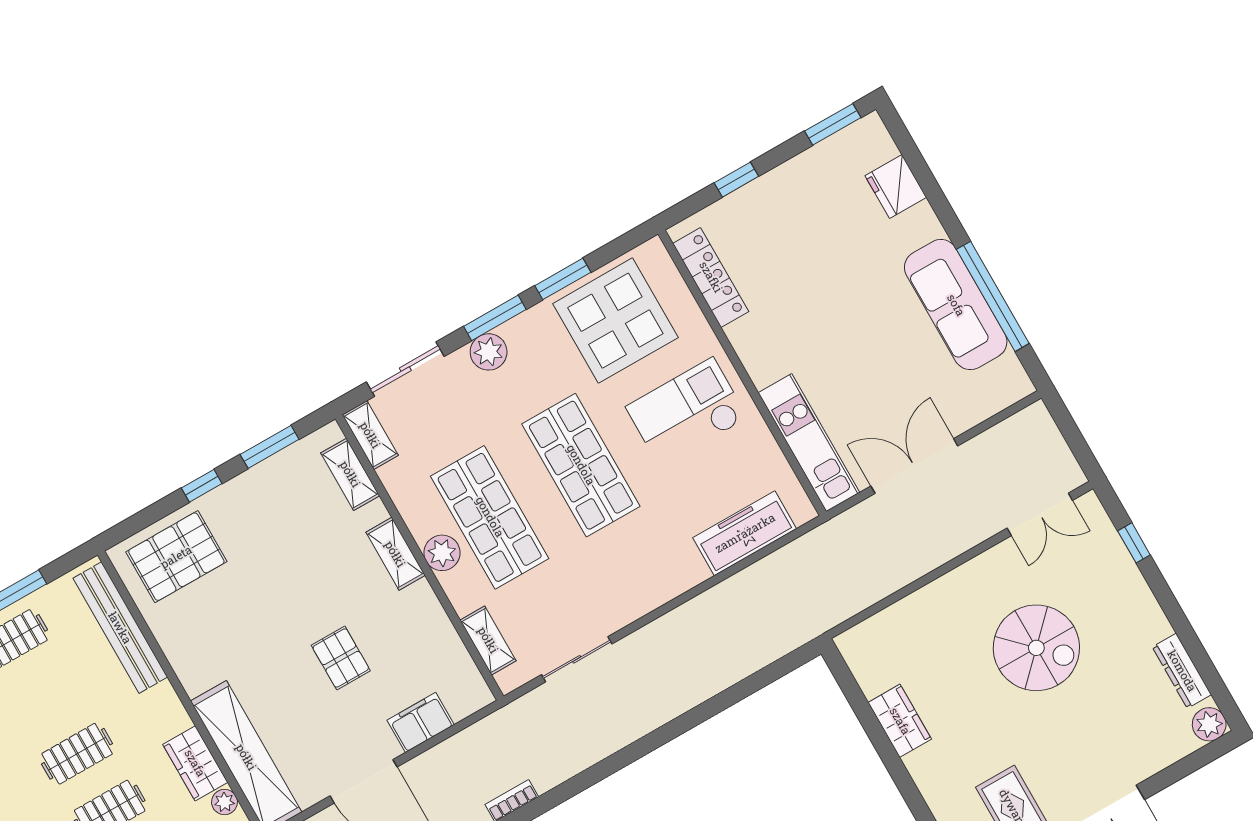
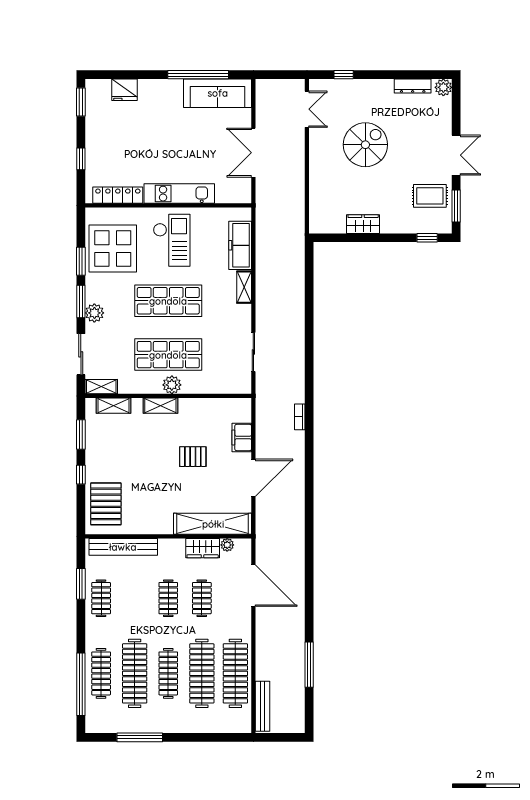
sofa: (956, 305) -> (218, 93), moved
checkout: (687, 412) -> (172, 240), turned 180
kitchen unit: (809, 443) -> (179, 194), moved
shelving: (488, 640) -> (244, 287), moved, turned 90

